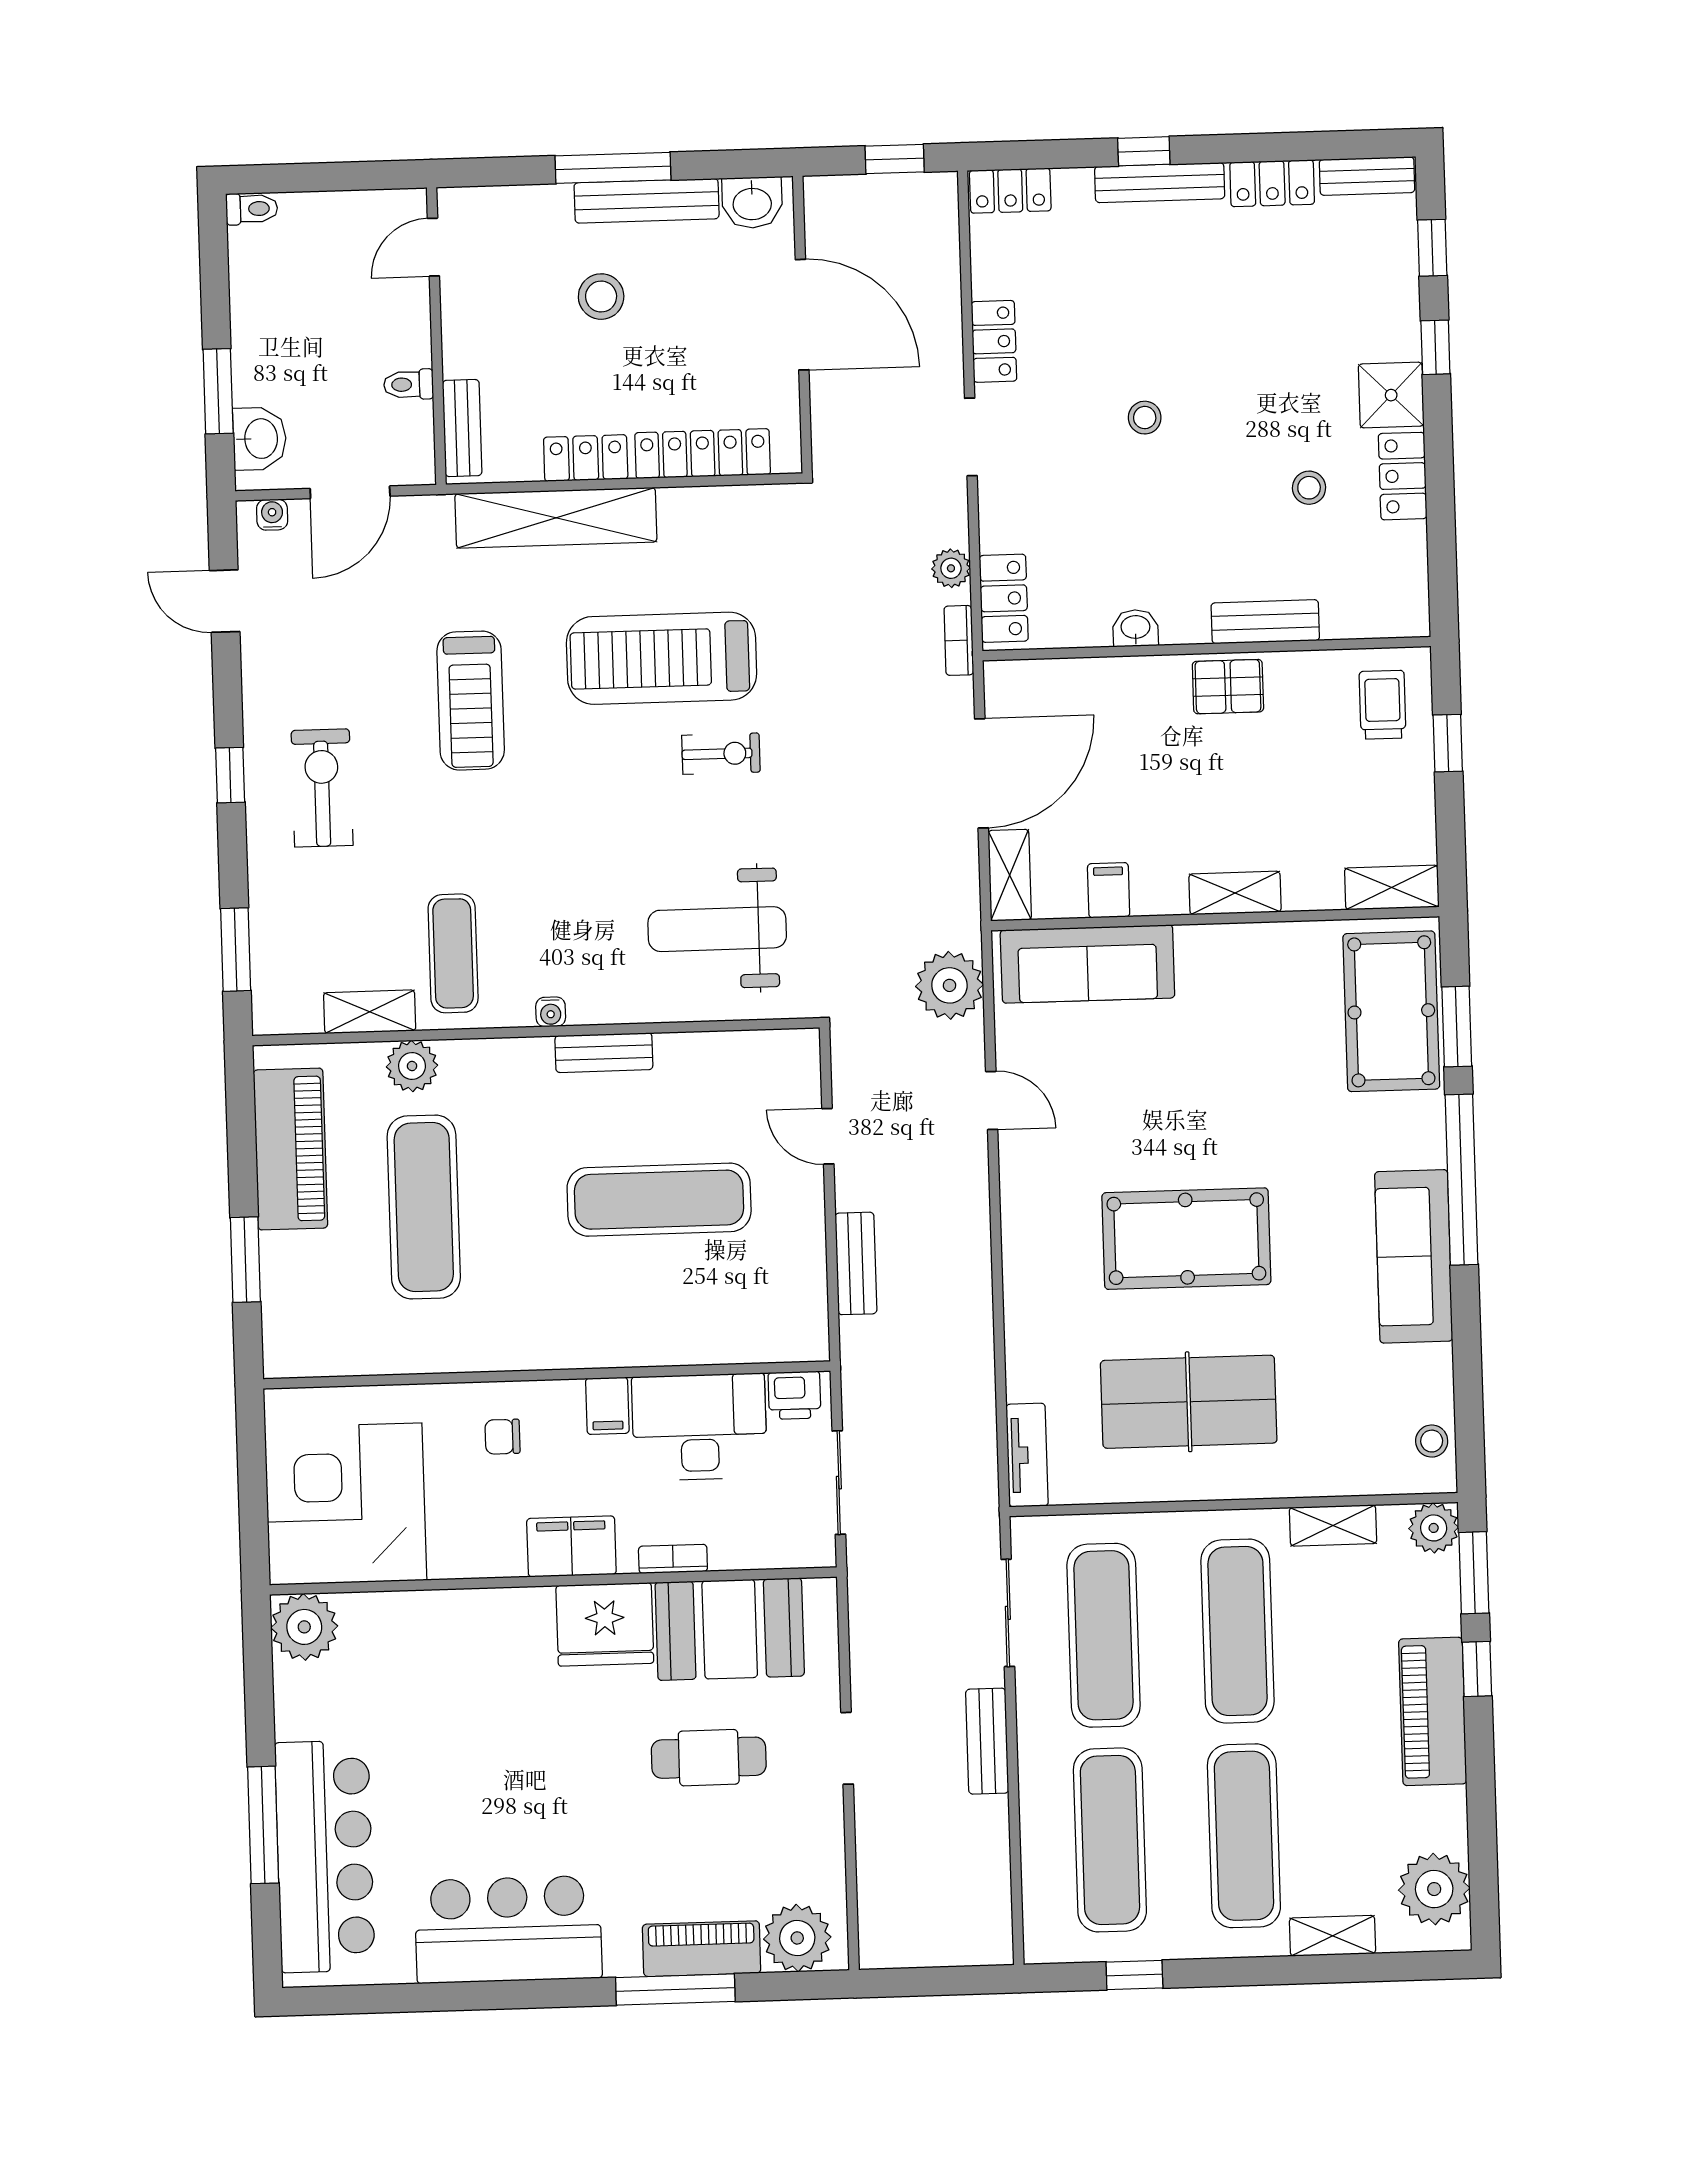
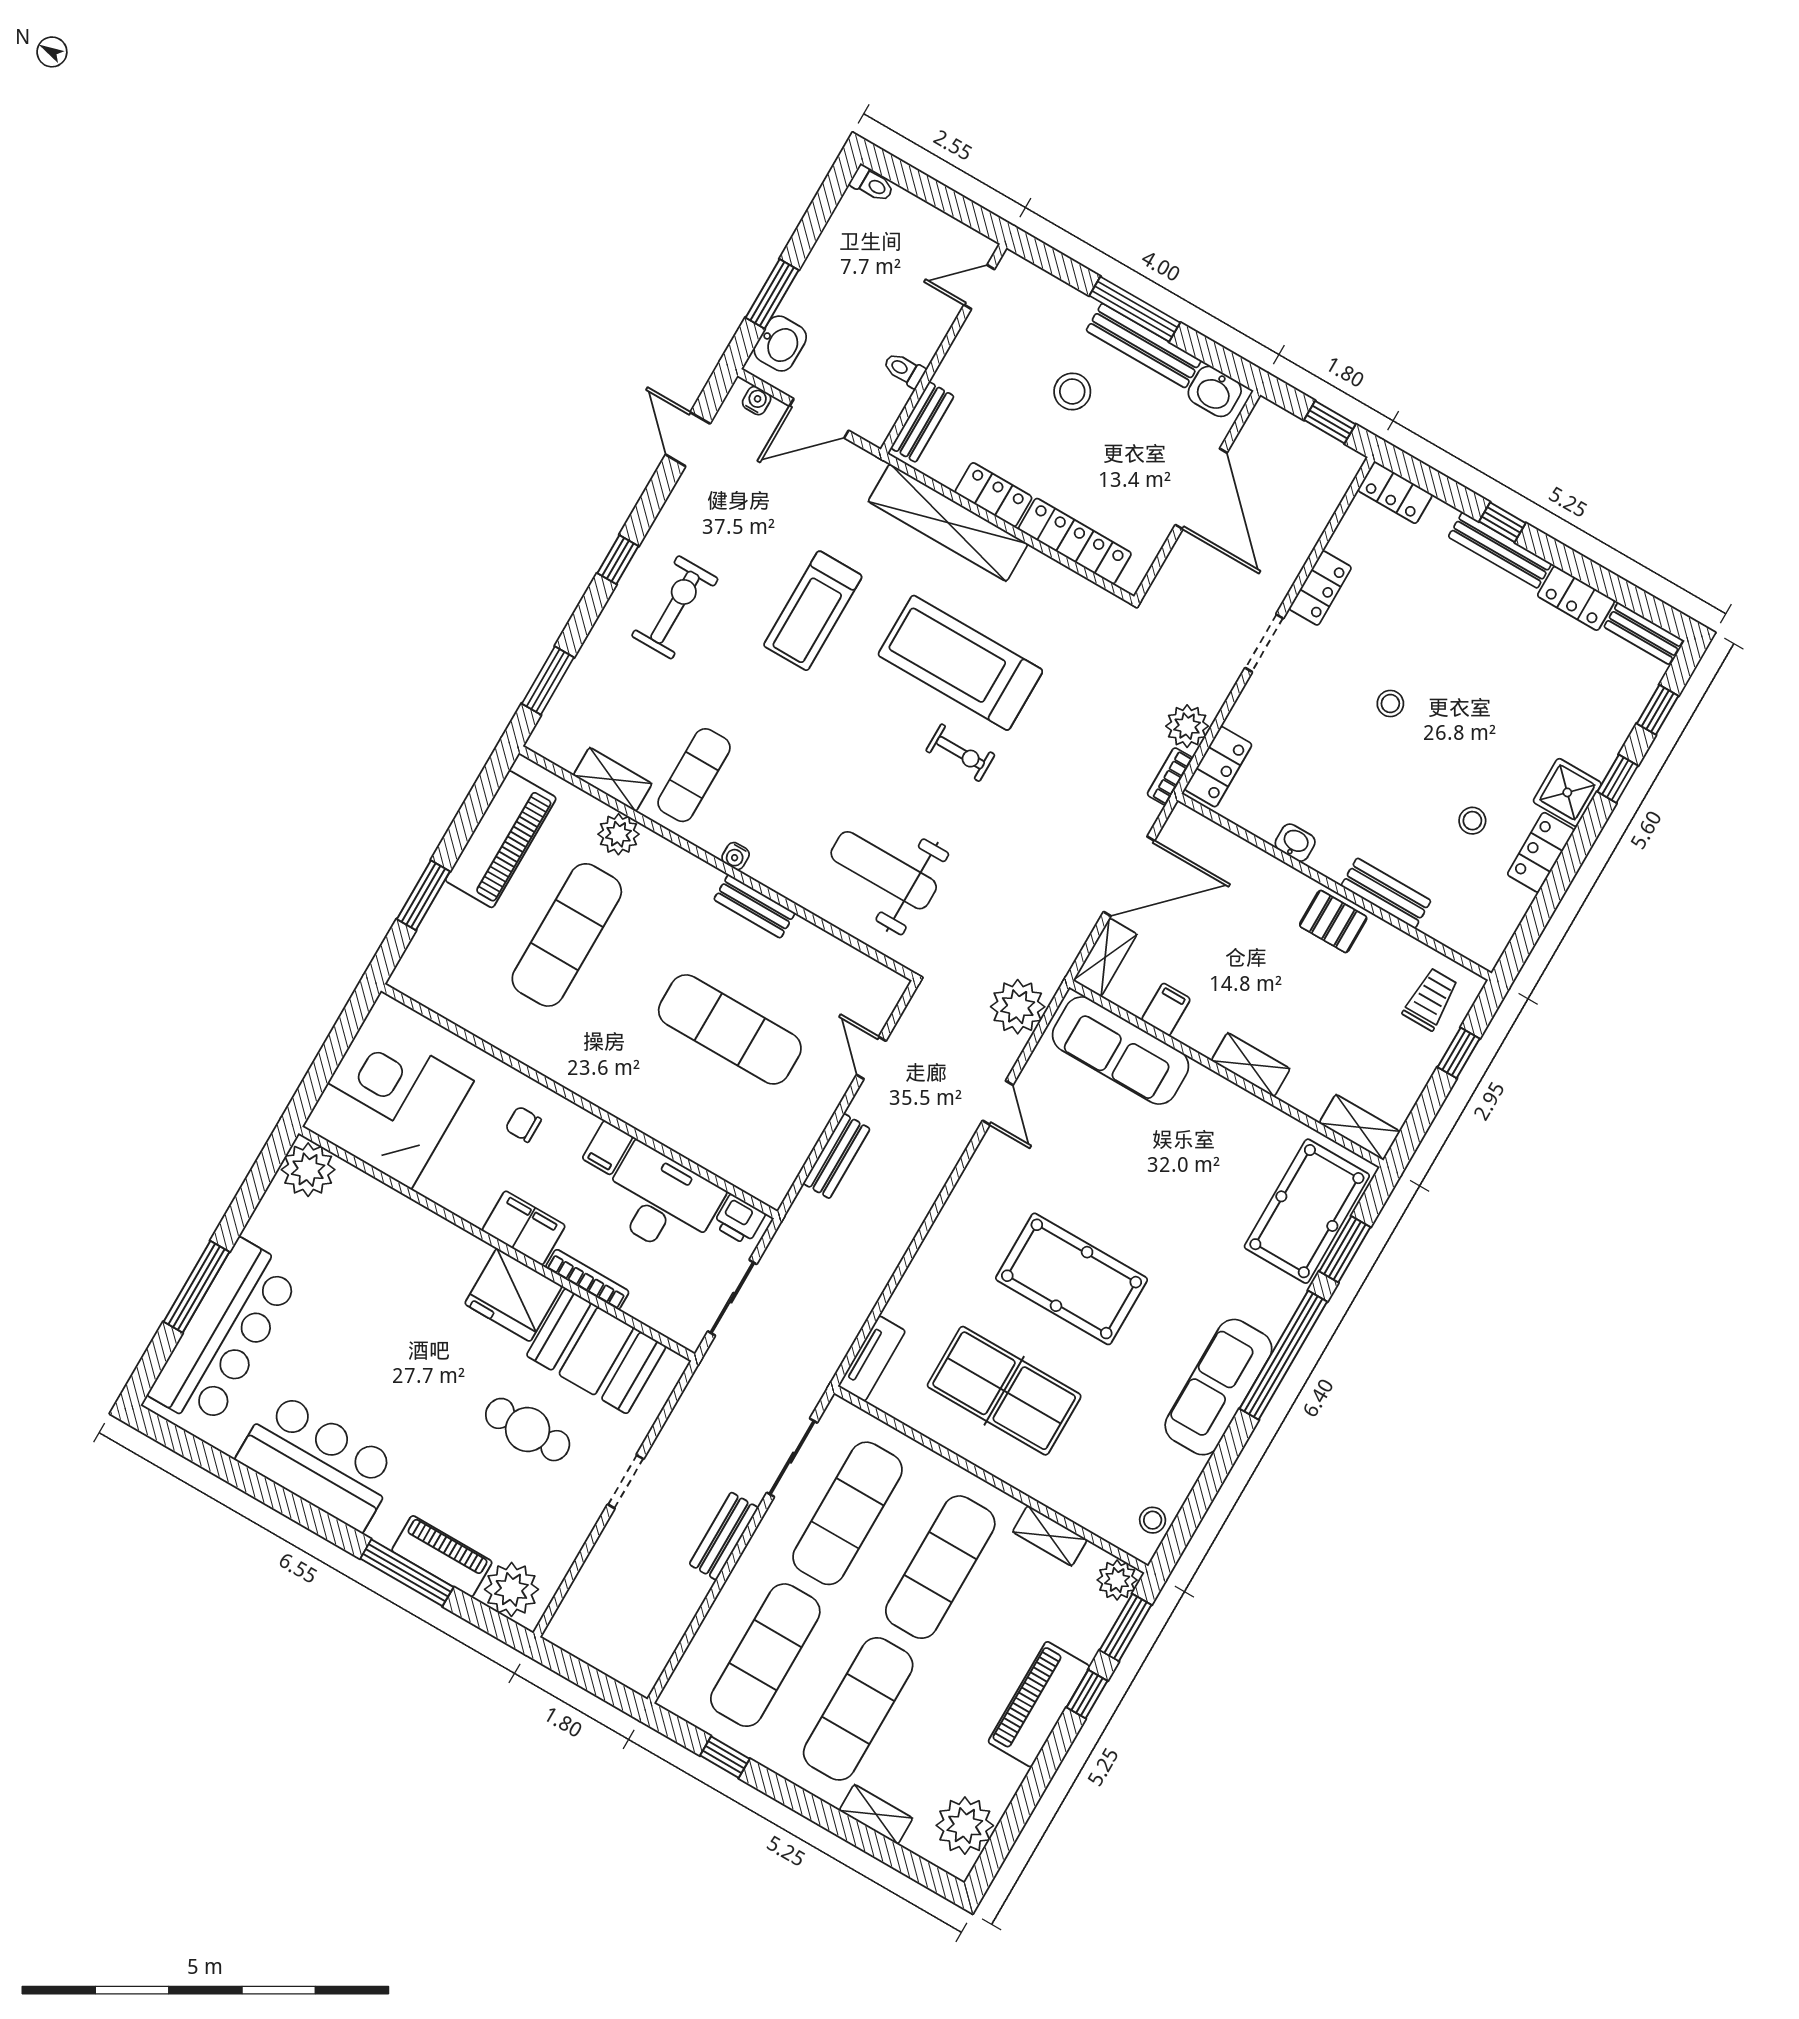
plant: (951, 568) -> (1187, 726), width x1.38, depth x1.38
bookcase: (673, 1559) -> (587, 1279), width x1.56

